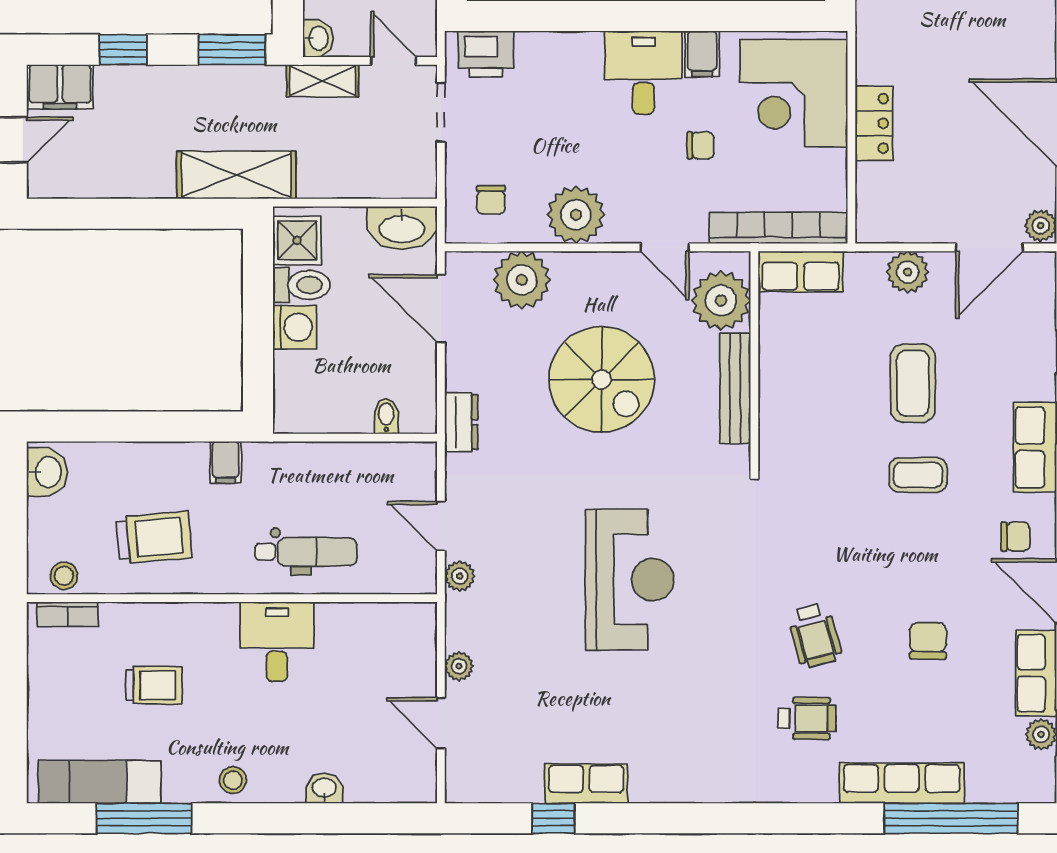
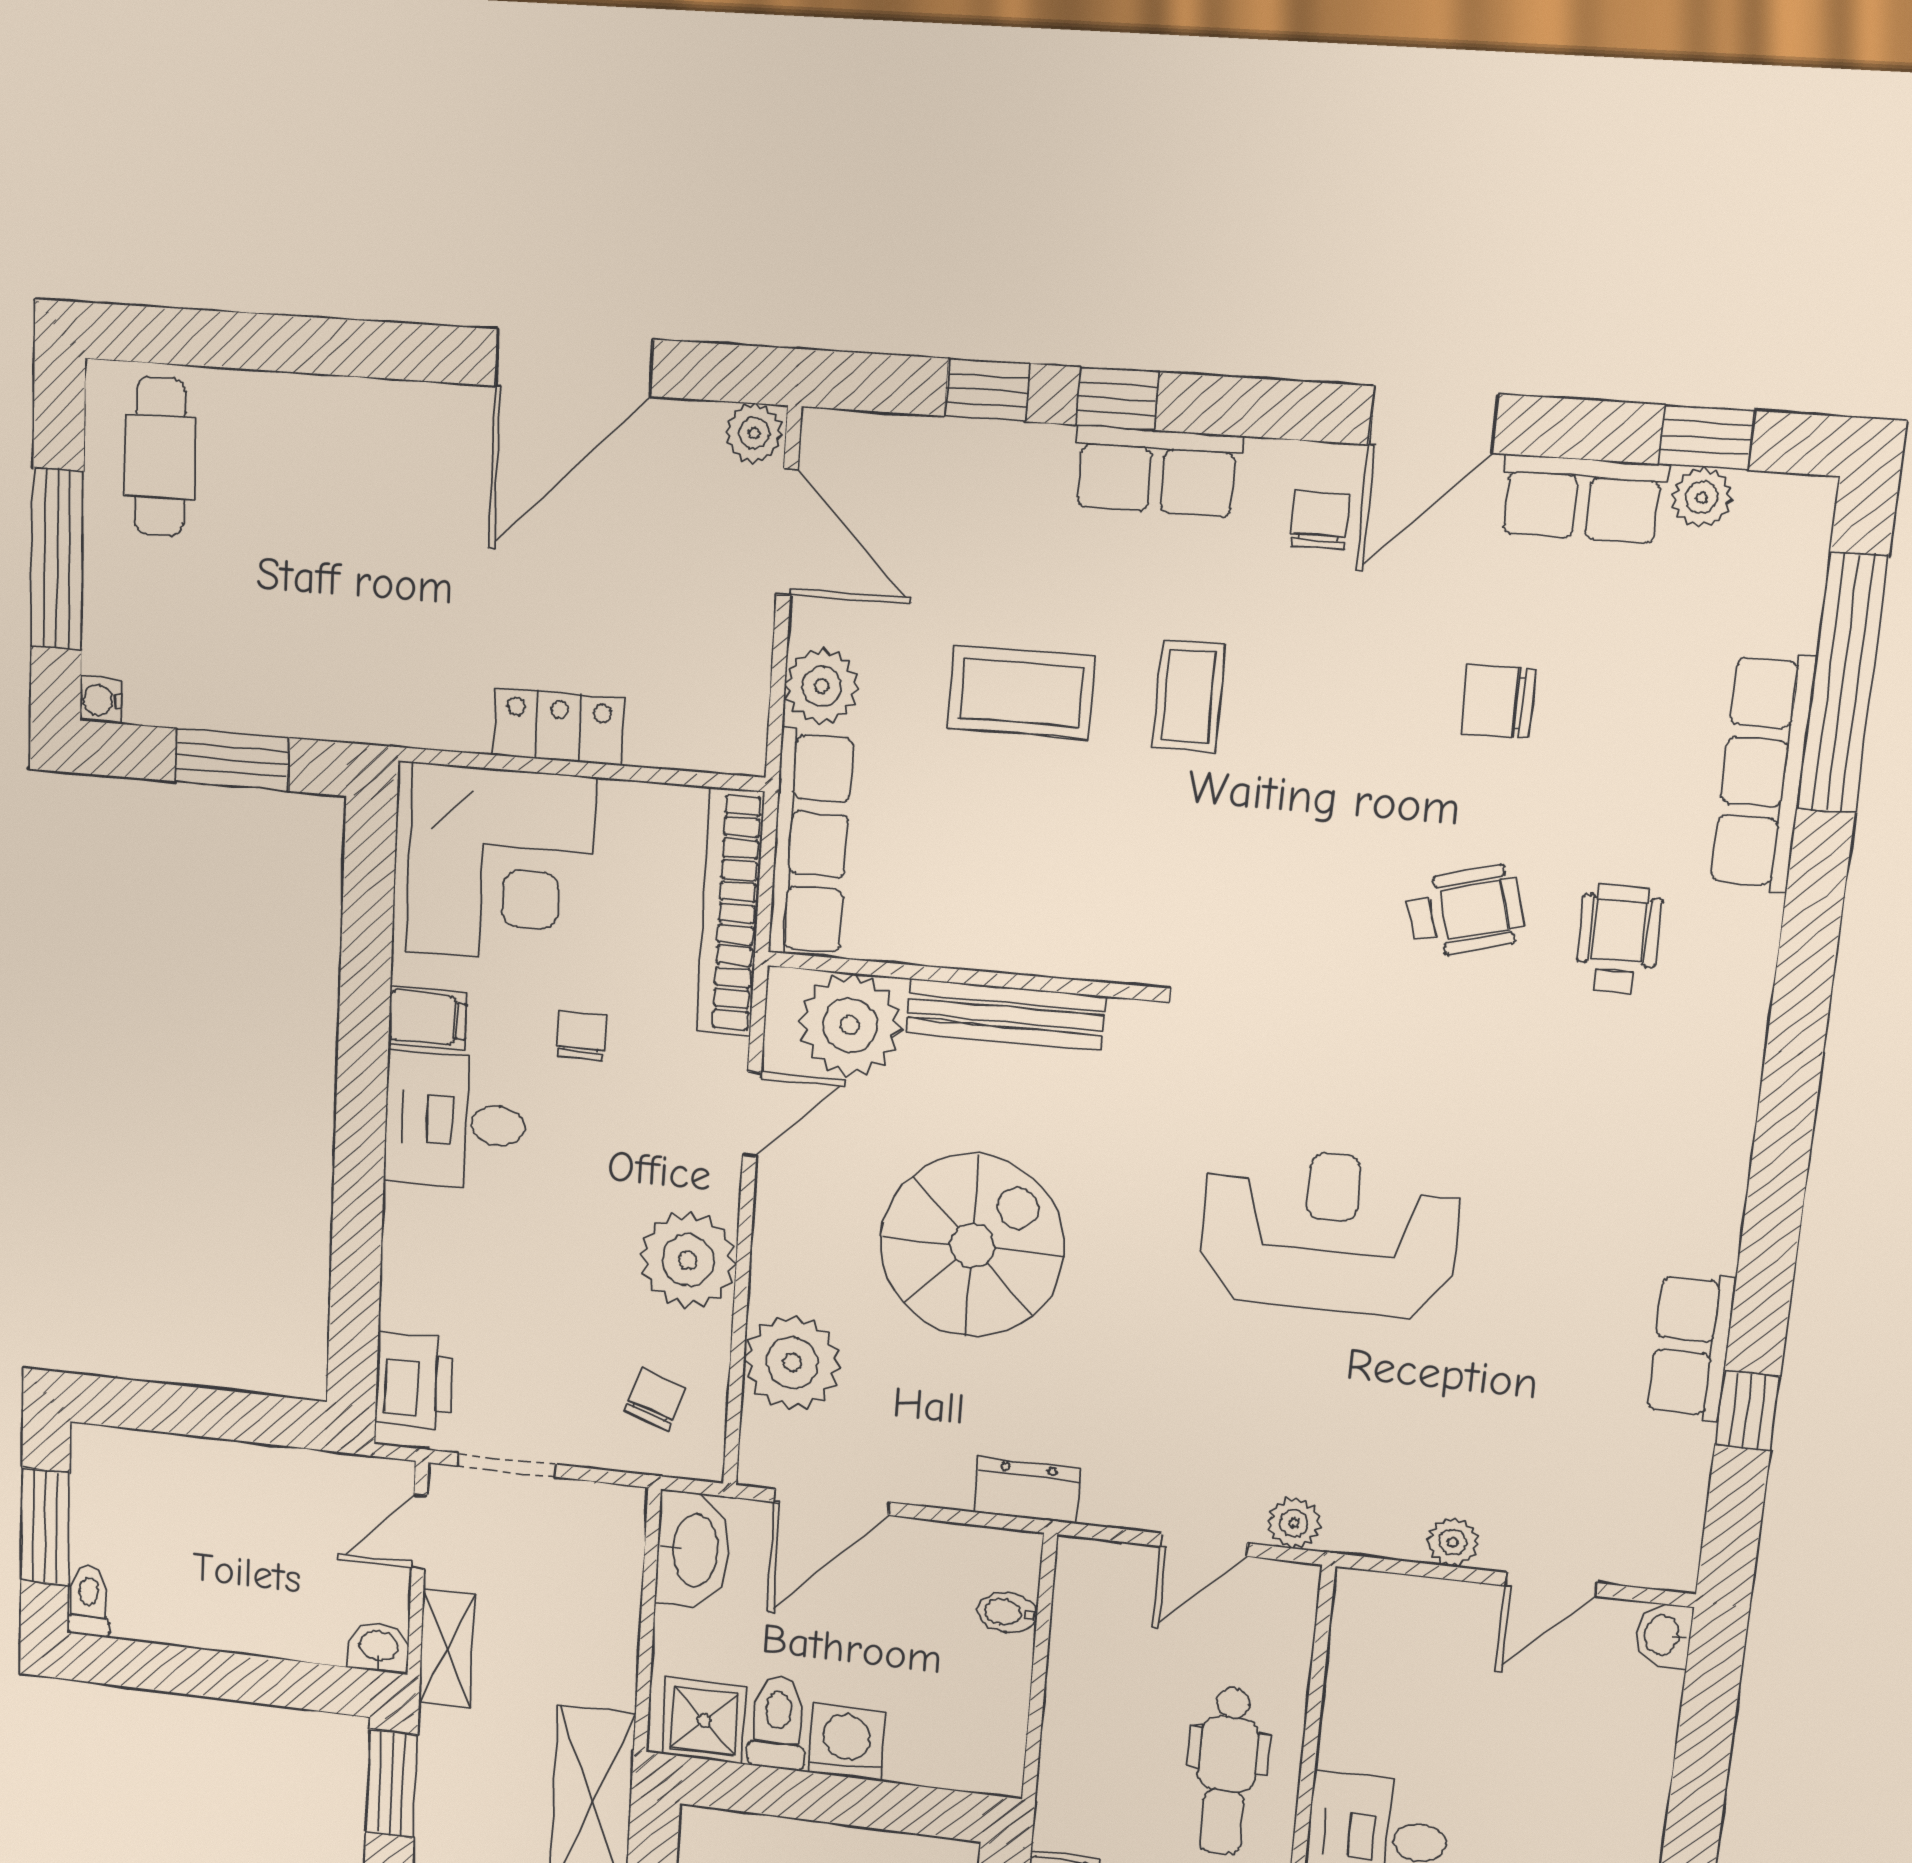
chair: (491, 200) -> (655, 1399), turned -72
row of seats: (801, 271) -> (811, 843), width x1.48
dental chair: (306, 552) -> (1227, 1771), turned 180
washbasin: (324, 788) -> (1664, 1635), moved

